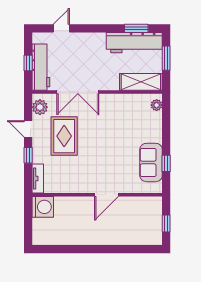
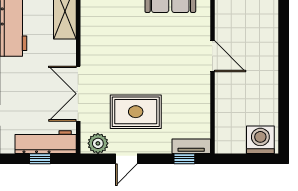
double door: (78, 92) -> (78, 94), swing flipped
window: (28, 155) -> (184, 159), moved
washing machine: (43, 207) -> (260, 140), moved

